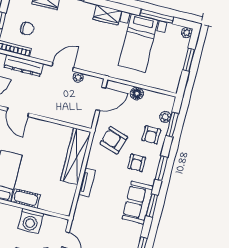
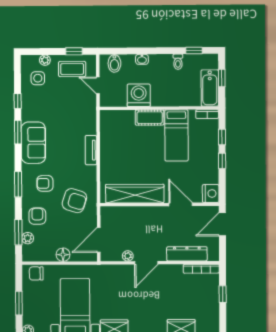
chair: (27, 29) -> (36, 273), moved
wardrobe: (76, 156) -> (135, 194), moved, turned -90
armchair: (137, 163) -> (45, 183), turned -90
window: (152, 206) -> (18, 132), moved

